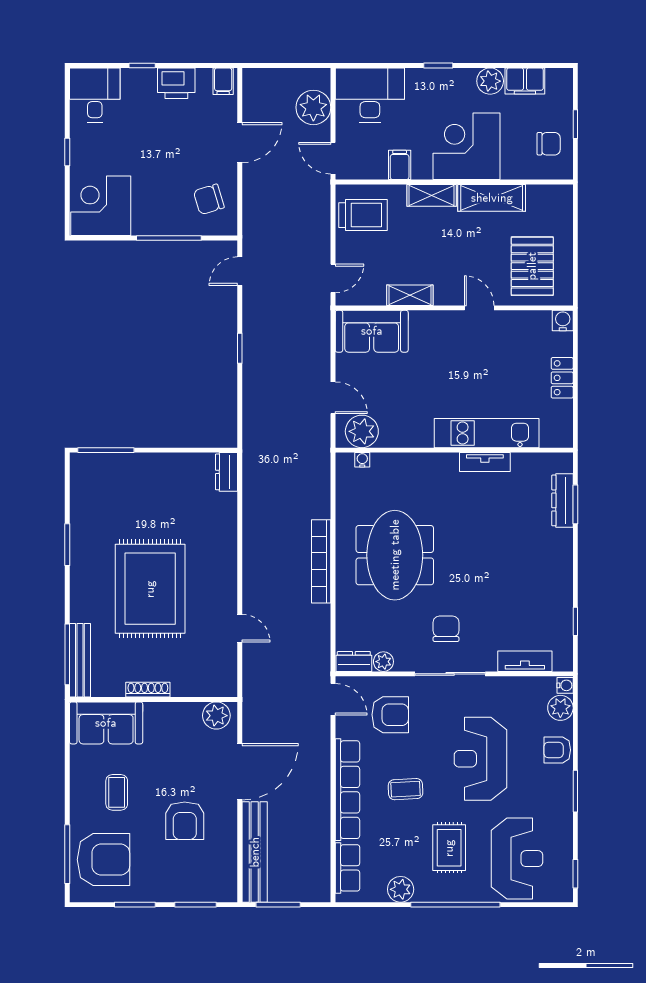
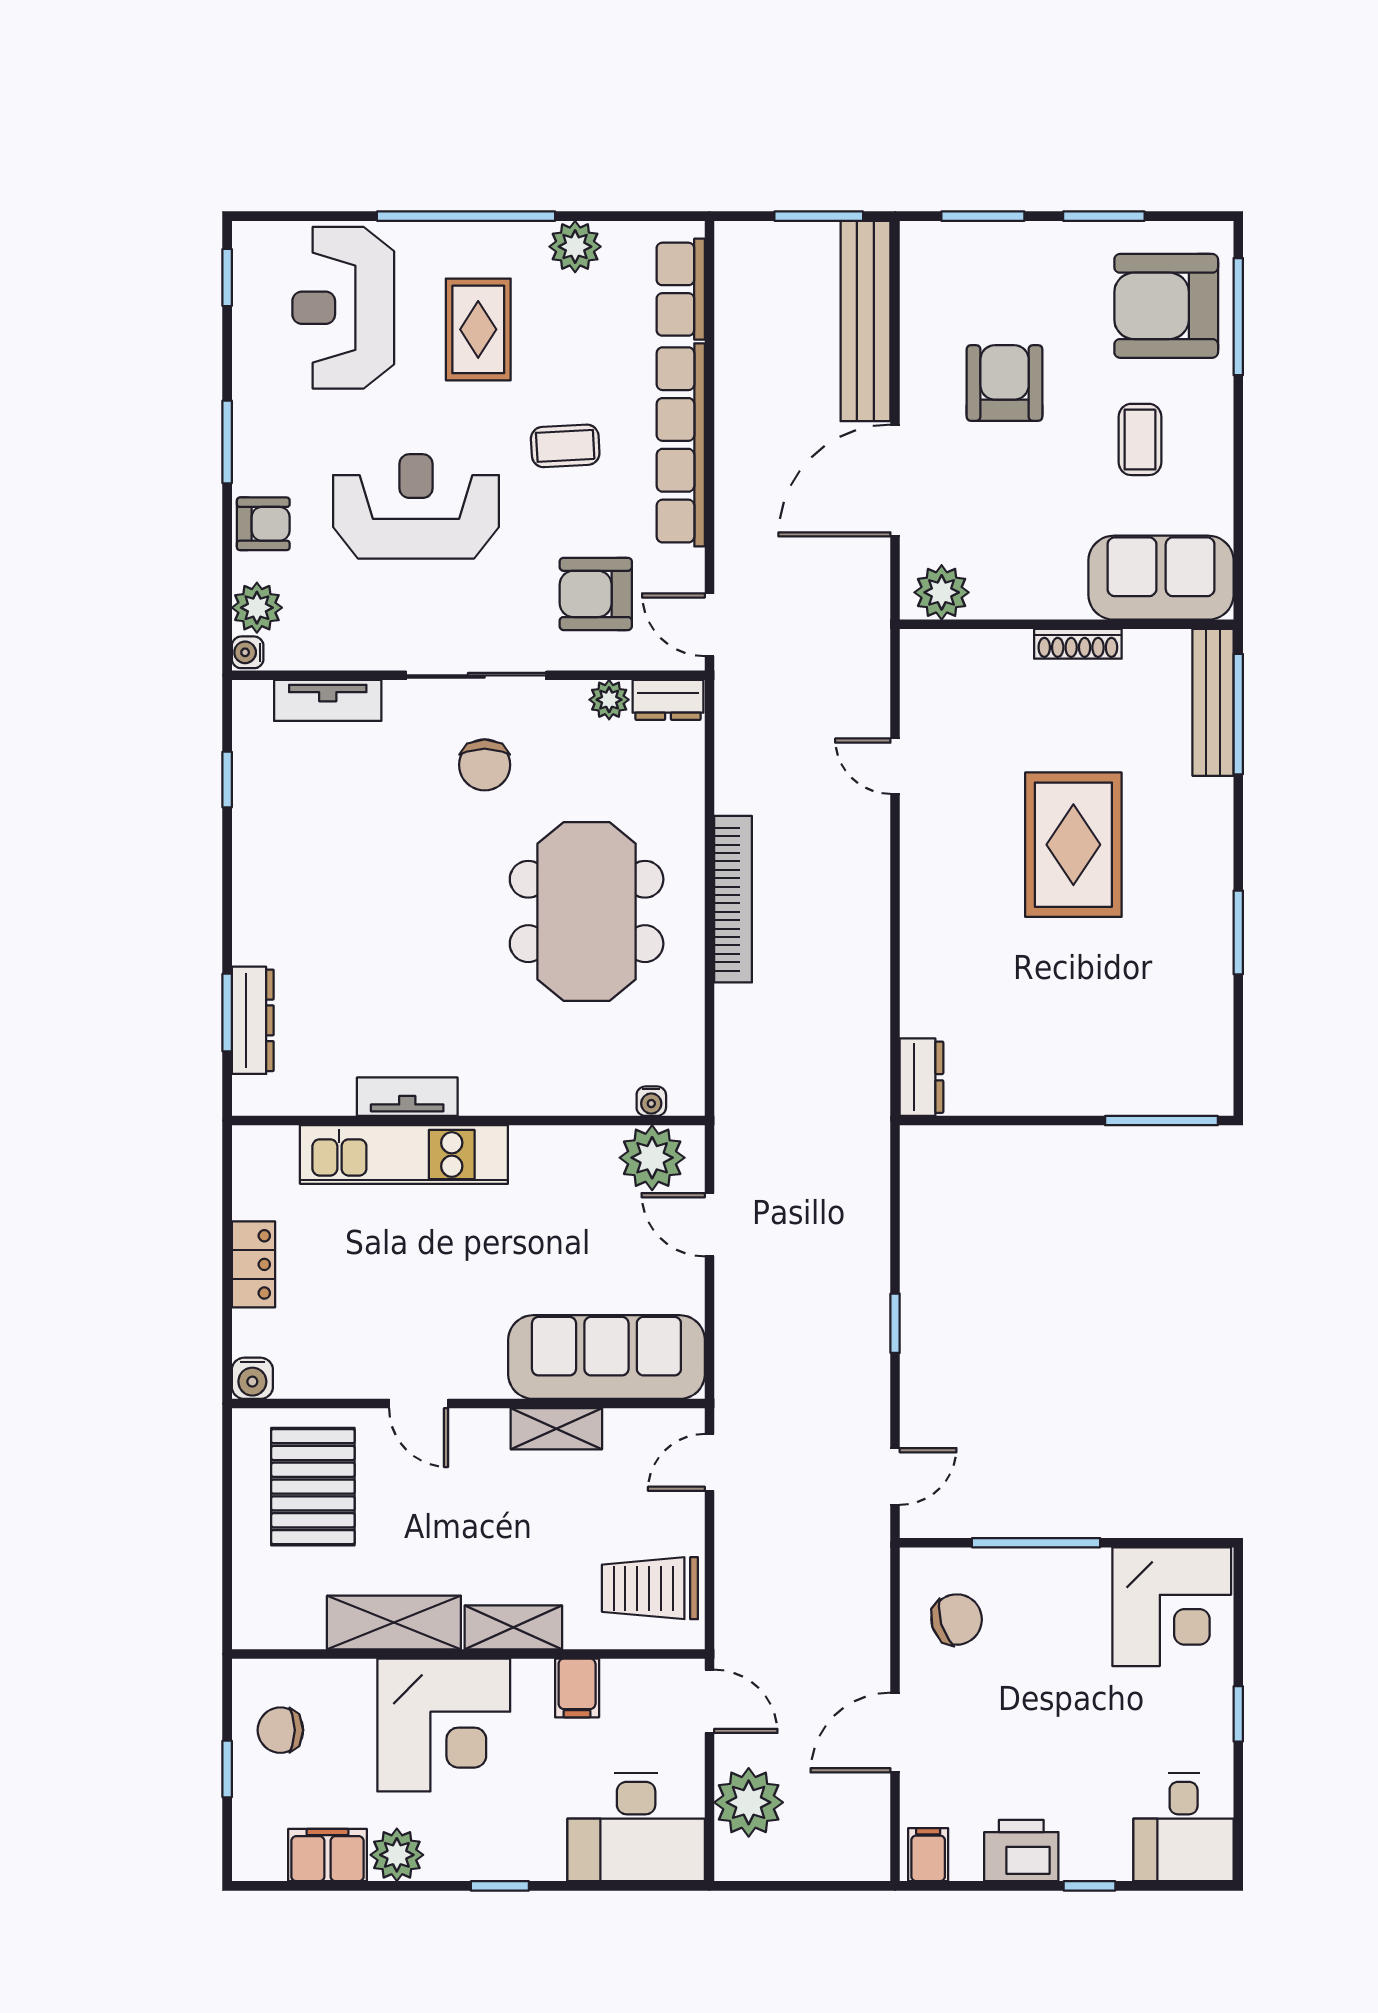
sofa: (372, 331) -> (606, 1357), width x1.36
rug: (150, 589) -> (1073, 845), width x0.73, depth x0.69
reception desk: (480, 759) -> (416, 506), turned -90

